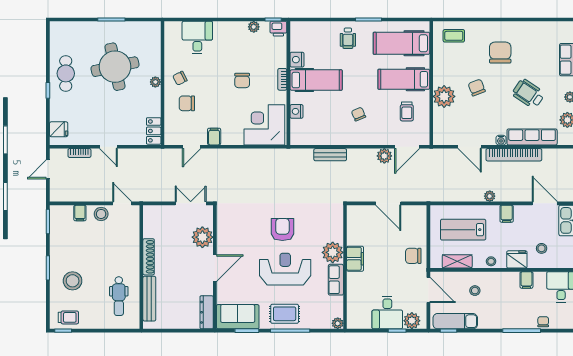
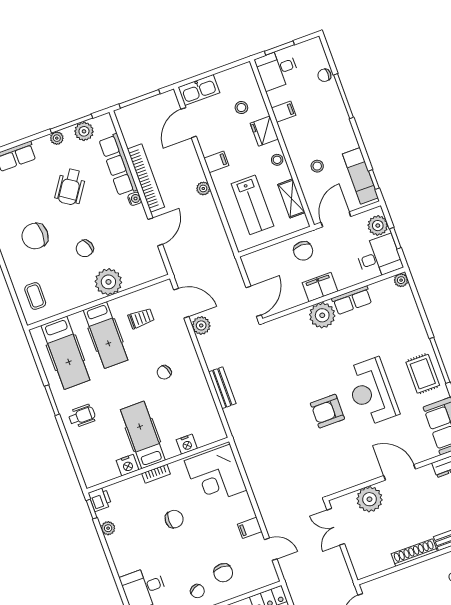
plant: (333, 252) -> (322, 315), moved
filing cabinet: (355, 259) -> (320, 287), moved
wall: (345, 267) -> (334, 295), moved
row of seats: (336, 280) -> (352, 300), moved
plant: (338, 323) -> (401, 280), moved

